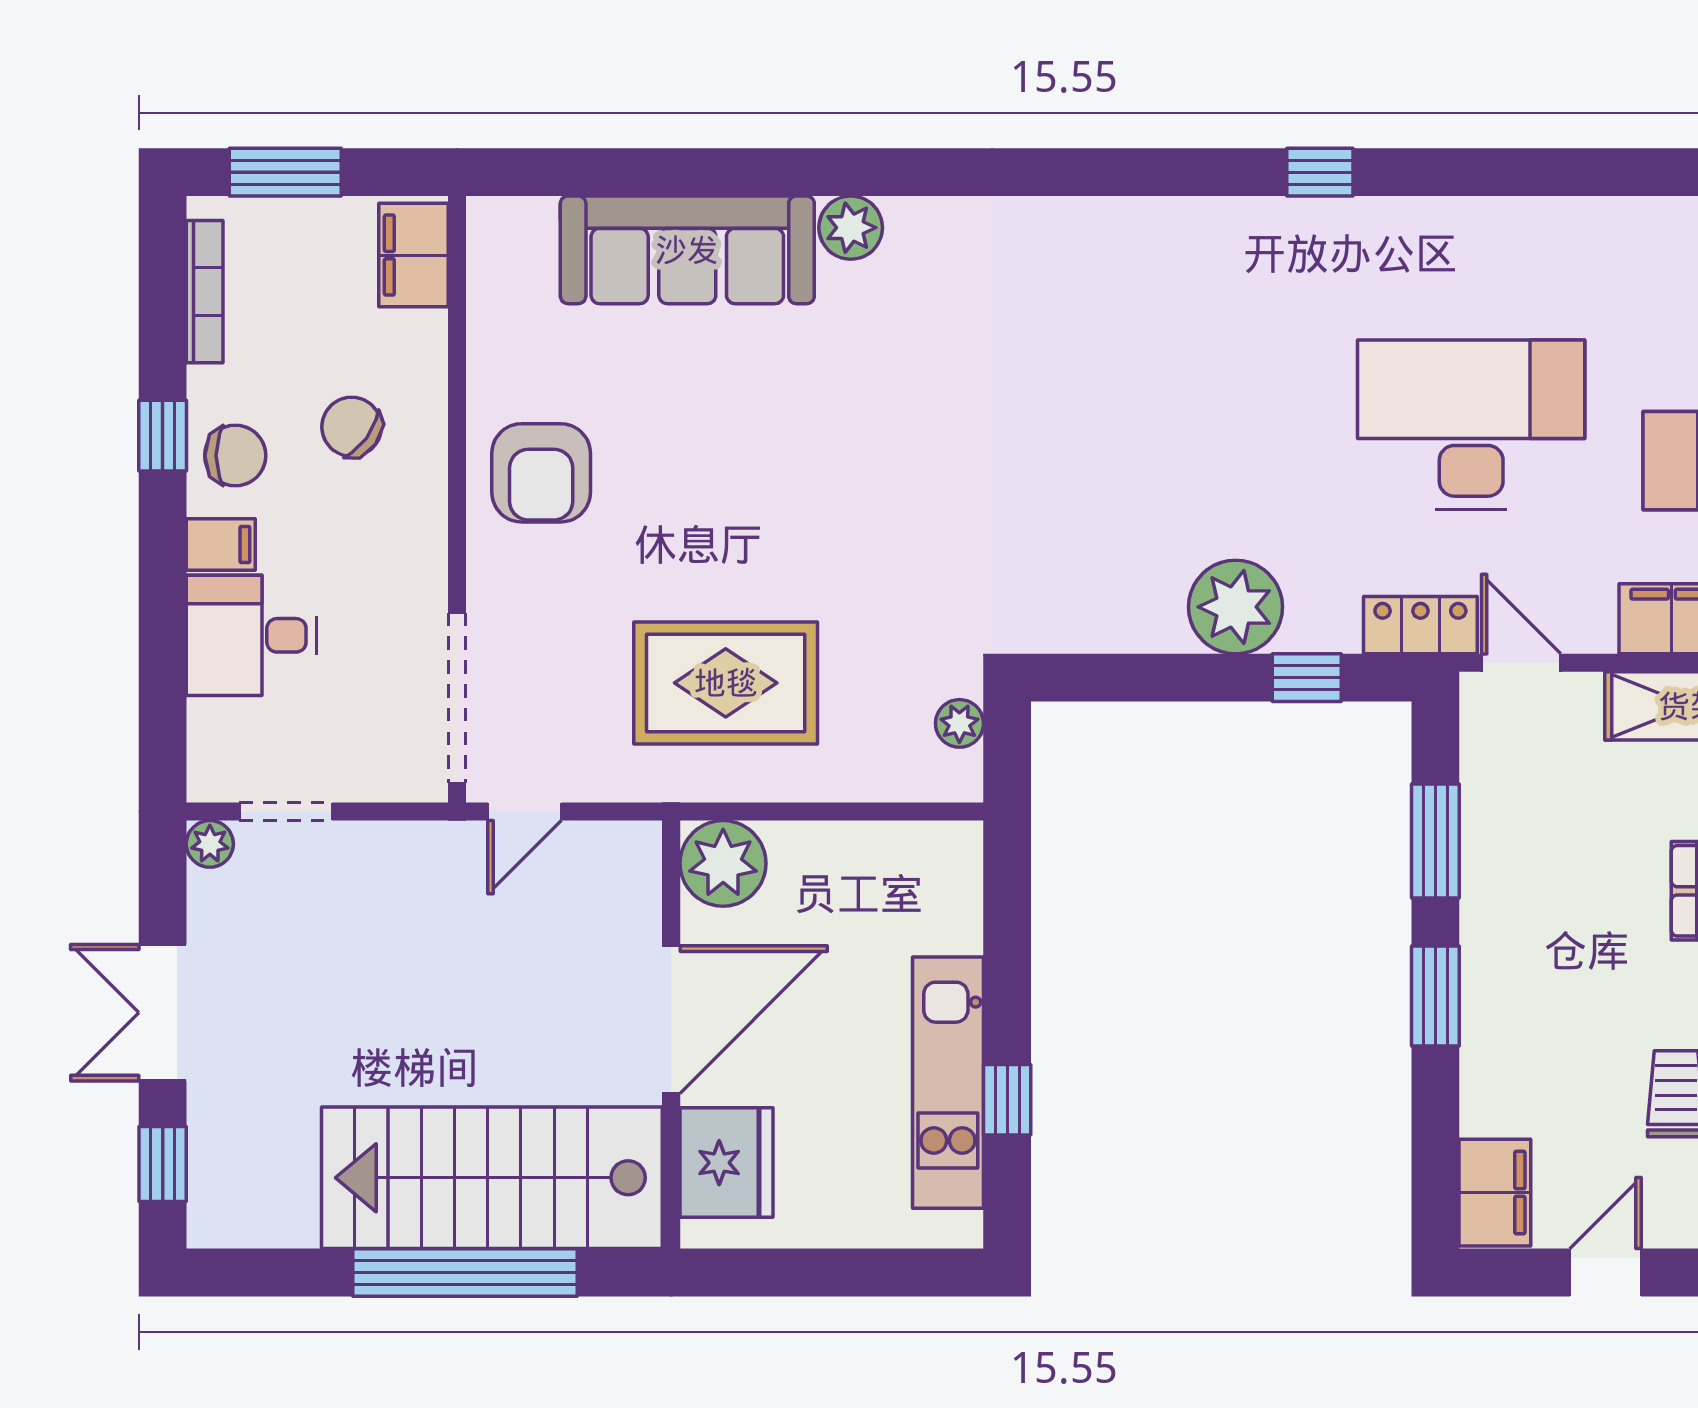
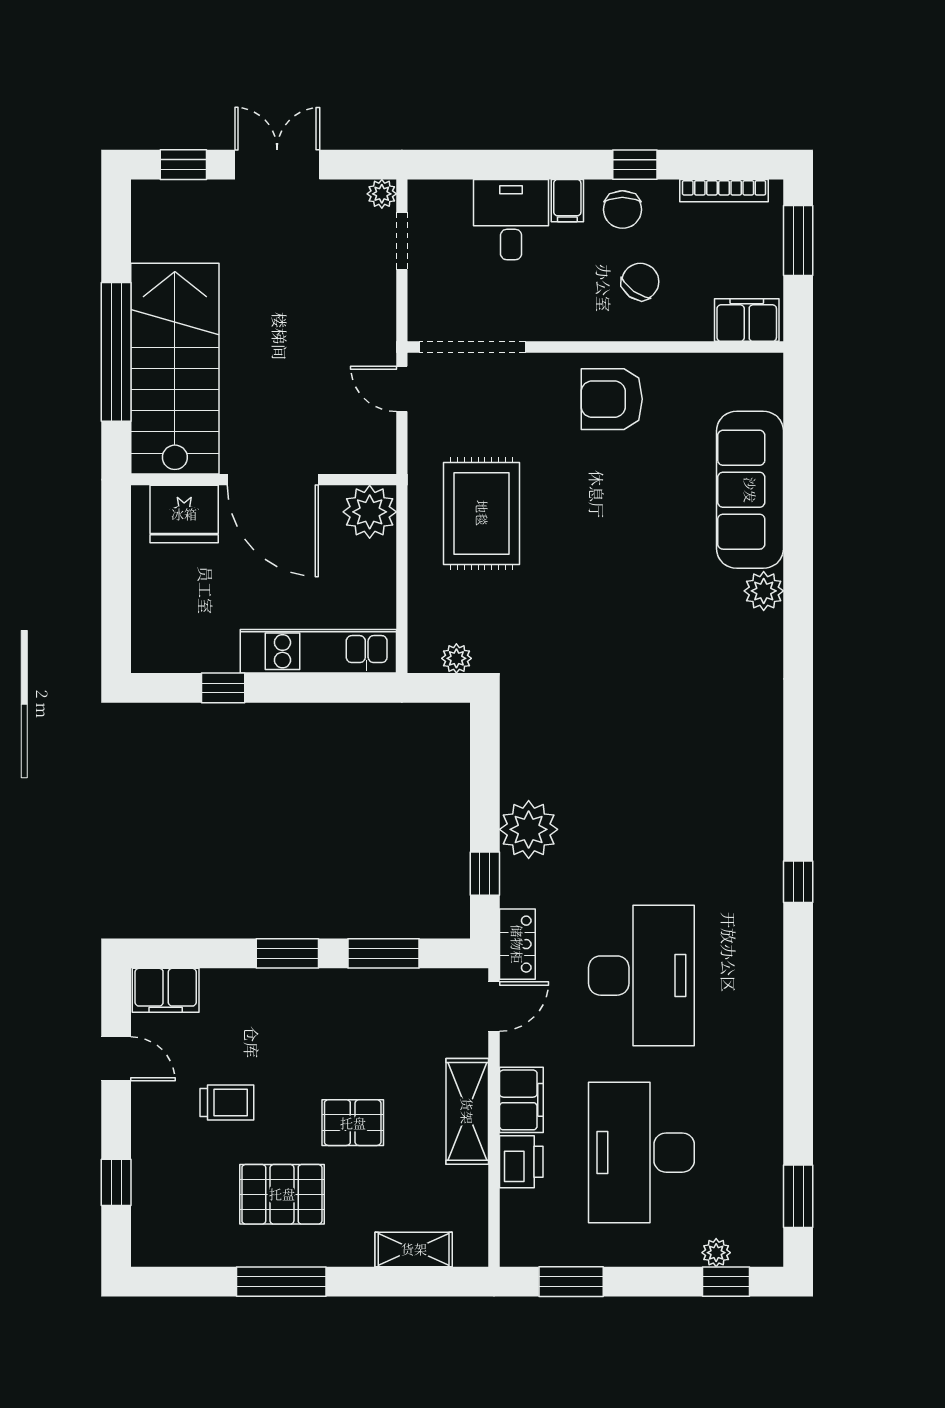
kitchen unit: (948, 1083) -> (318, 651), moved

